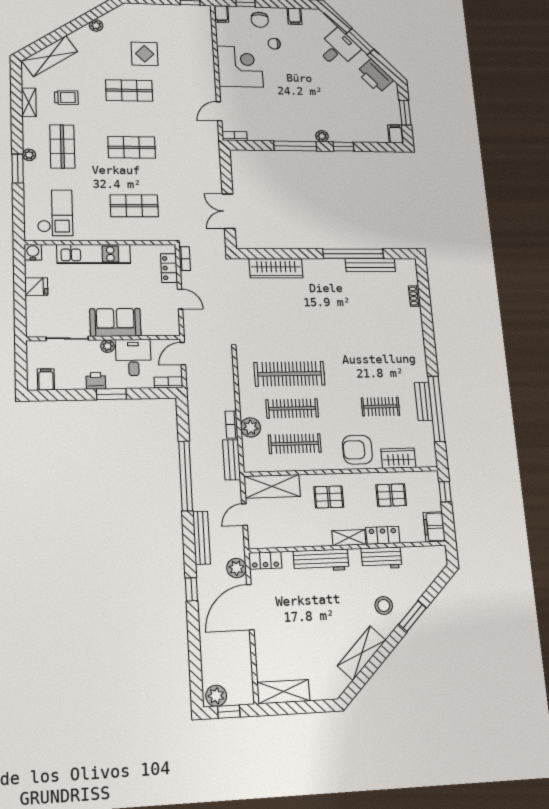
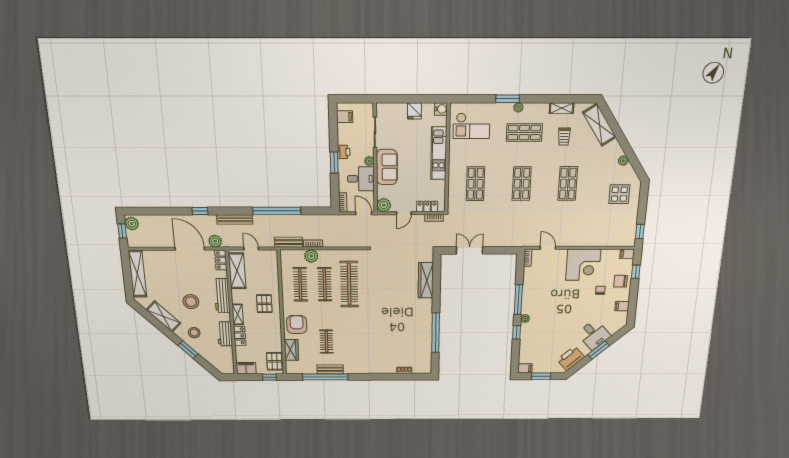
display table: (145, 54) -> (619, 194), moved
bench: (370, 265) -> (427, 343), removed
plant: (170, 326) -> (384, 205), added
shelving: (272, 486) -> (237, 271), moved
pallet: (391, 495) -> (274, 361), moved
stool: (334, 609) -> (191, 302), added
shelving: (283, 692) -> (137, 274), width x1.47

